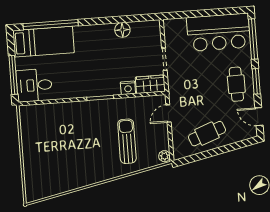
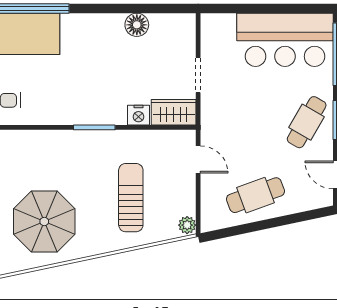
cafe table: (236, 84) -> (307, 122), turned 31
door: (168, 113) -> (198, 159), swing flipped
parasol: (72, 161) -> (44, 221), added

